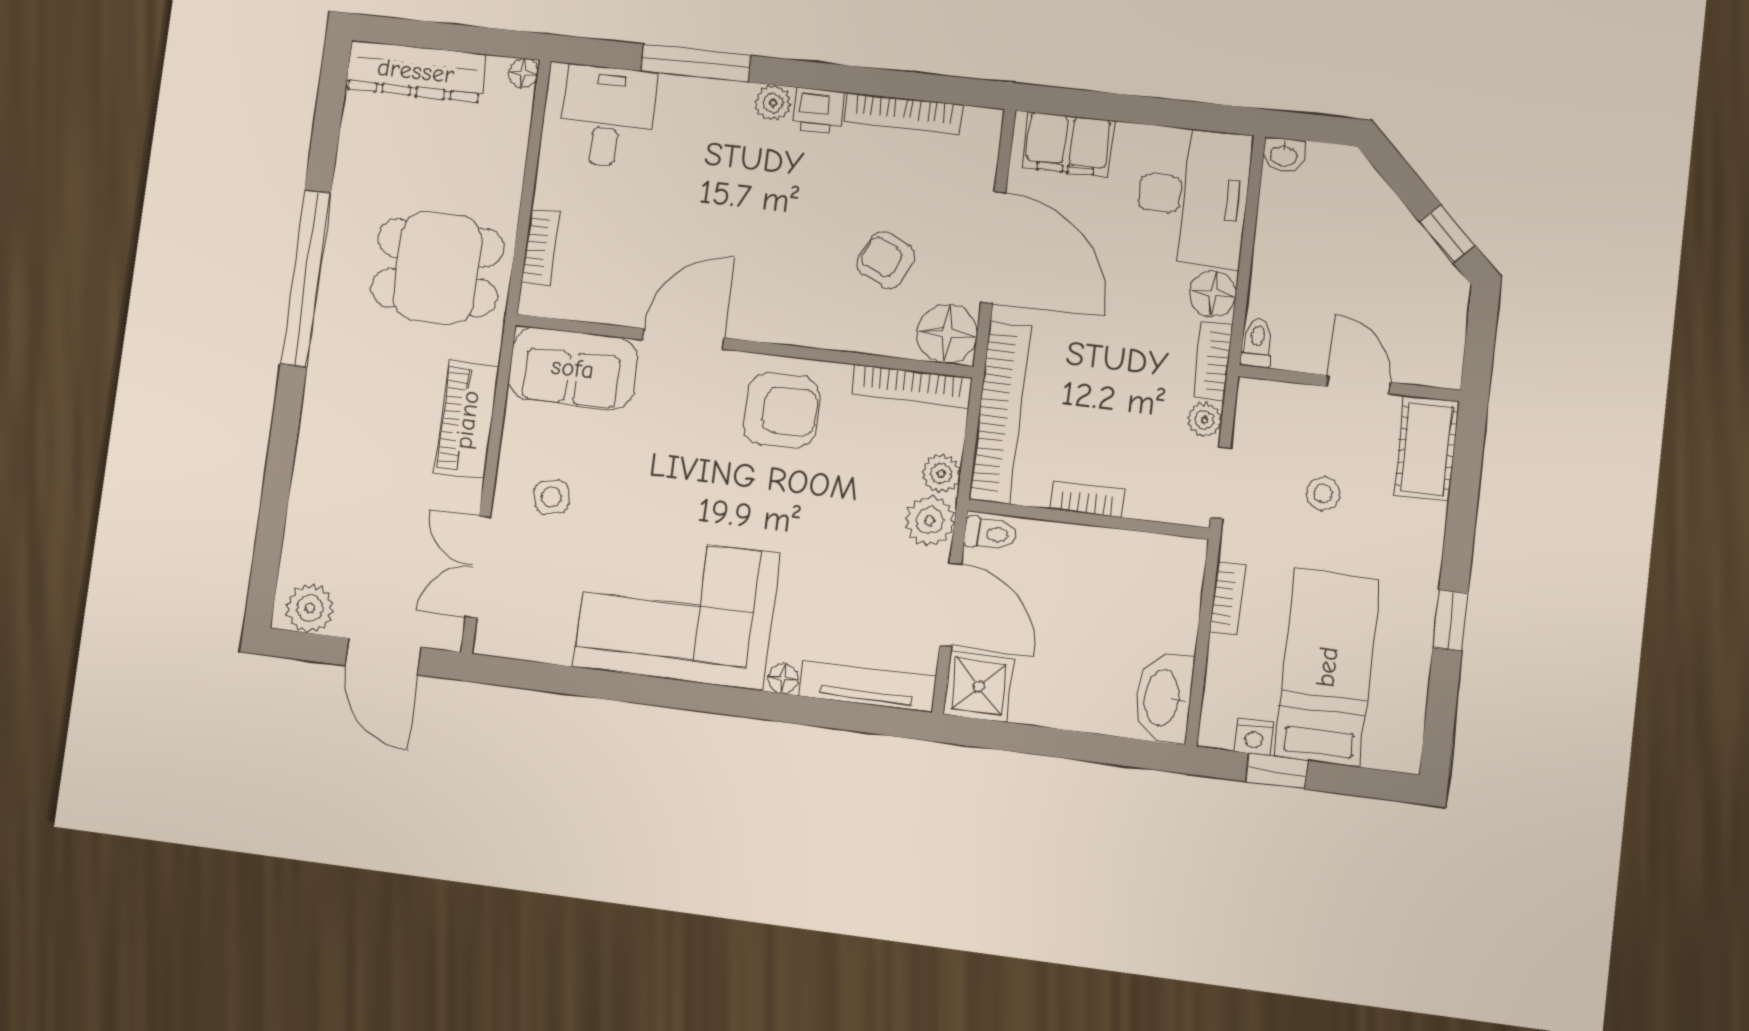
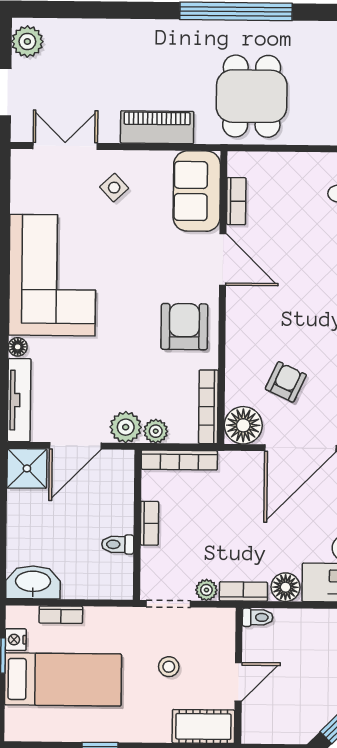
bookcase: (540, 247) -> (236, 201), moved, turned -90
armchair: (781, 410) -> (184, 327), turned 180
bookcase: (1000, 413) -> (179, 460), width x0.68, depth x0.76
side table: (552, 497) -> (114, 188), turned -33
toilet: (990, 534) -> (118, 544), moved, turned 90
bookcase: (1227, 598) -> (61, 615), moved

